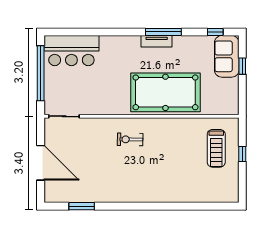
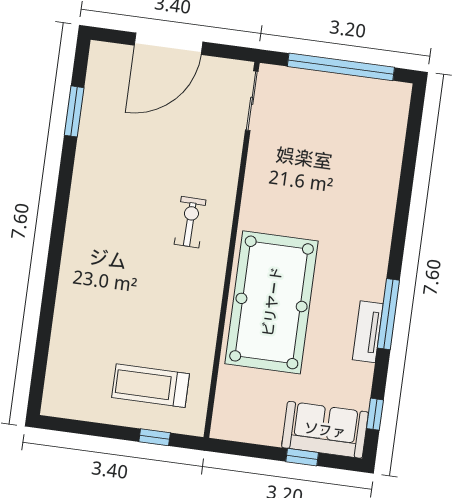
tv unit: (157, 41) -> (368, 332), moved
bar counter: (71, 51) -> (376, 132), removed
window: (242, 154) -> (155, 437), moved

